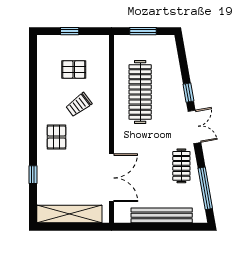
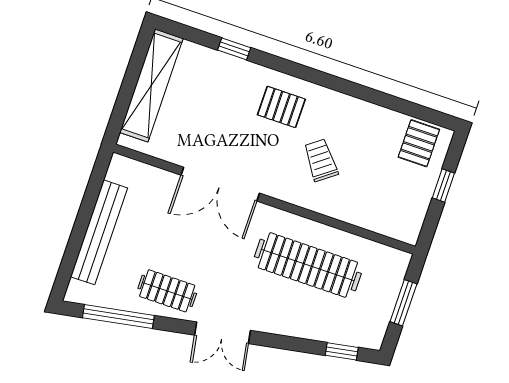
pallet: (74, 69) -> (419, 143), moved
window: (188, 93) -> (342, 351), moved
double door: (111, 178) -> (220, 184), moved

